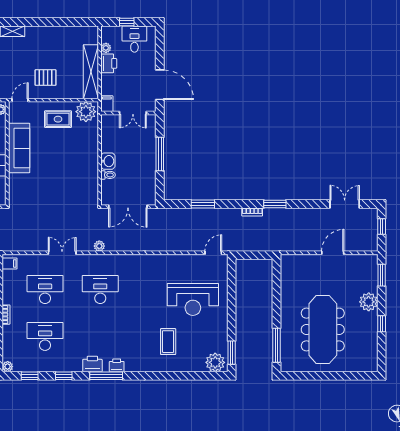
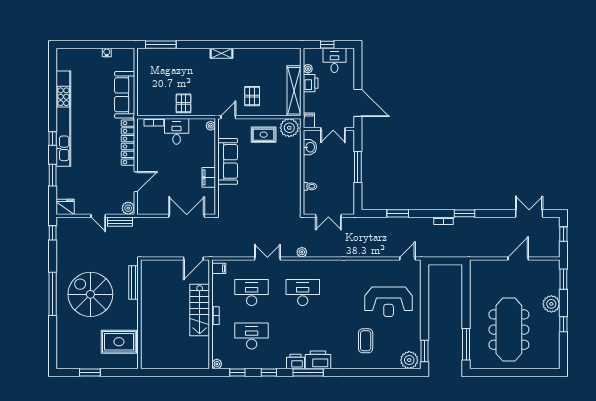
pallet: (46, 78) -> (252, 96), turned 90
washbasin: (108, 161) -> (310, 147), moved
double door: (128, 207) -> (328, 216), width x0.73
printer: (117, 365) -> (318, 360), width x1.87, depth x1.48

